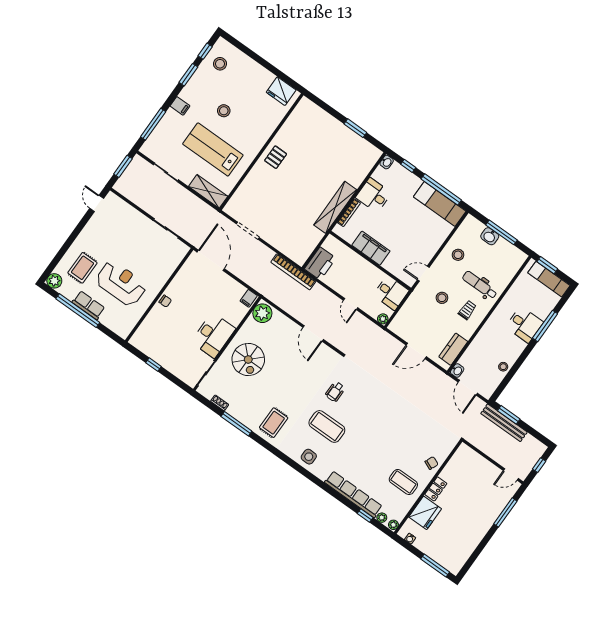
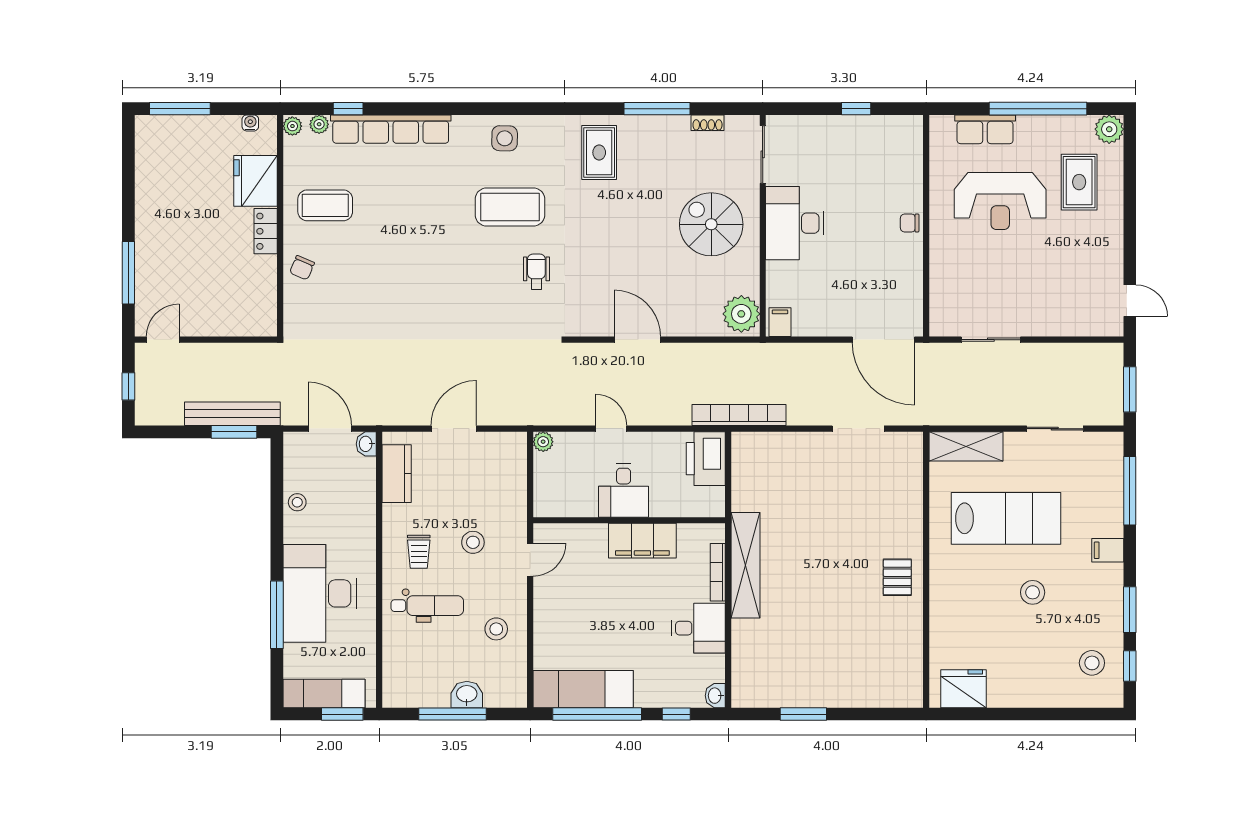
desk: (391, 293) -> (624, 491), moved, turned -90
row of seats: (89, 305) -> (985, 129), moved
desk: (524, 325) -> (320, 593), width x1.87, depth x1.30

